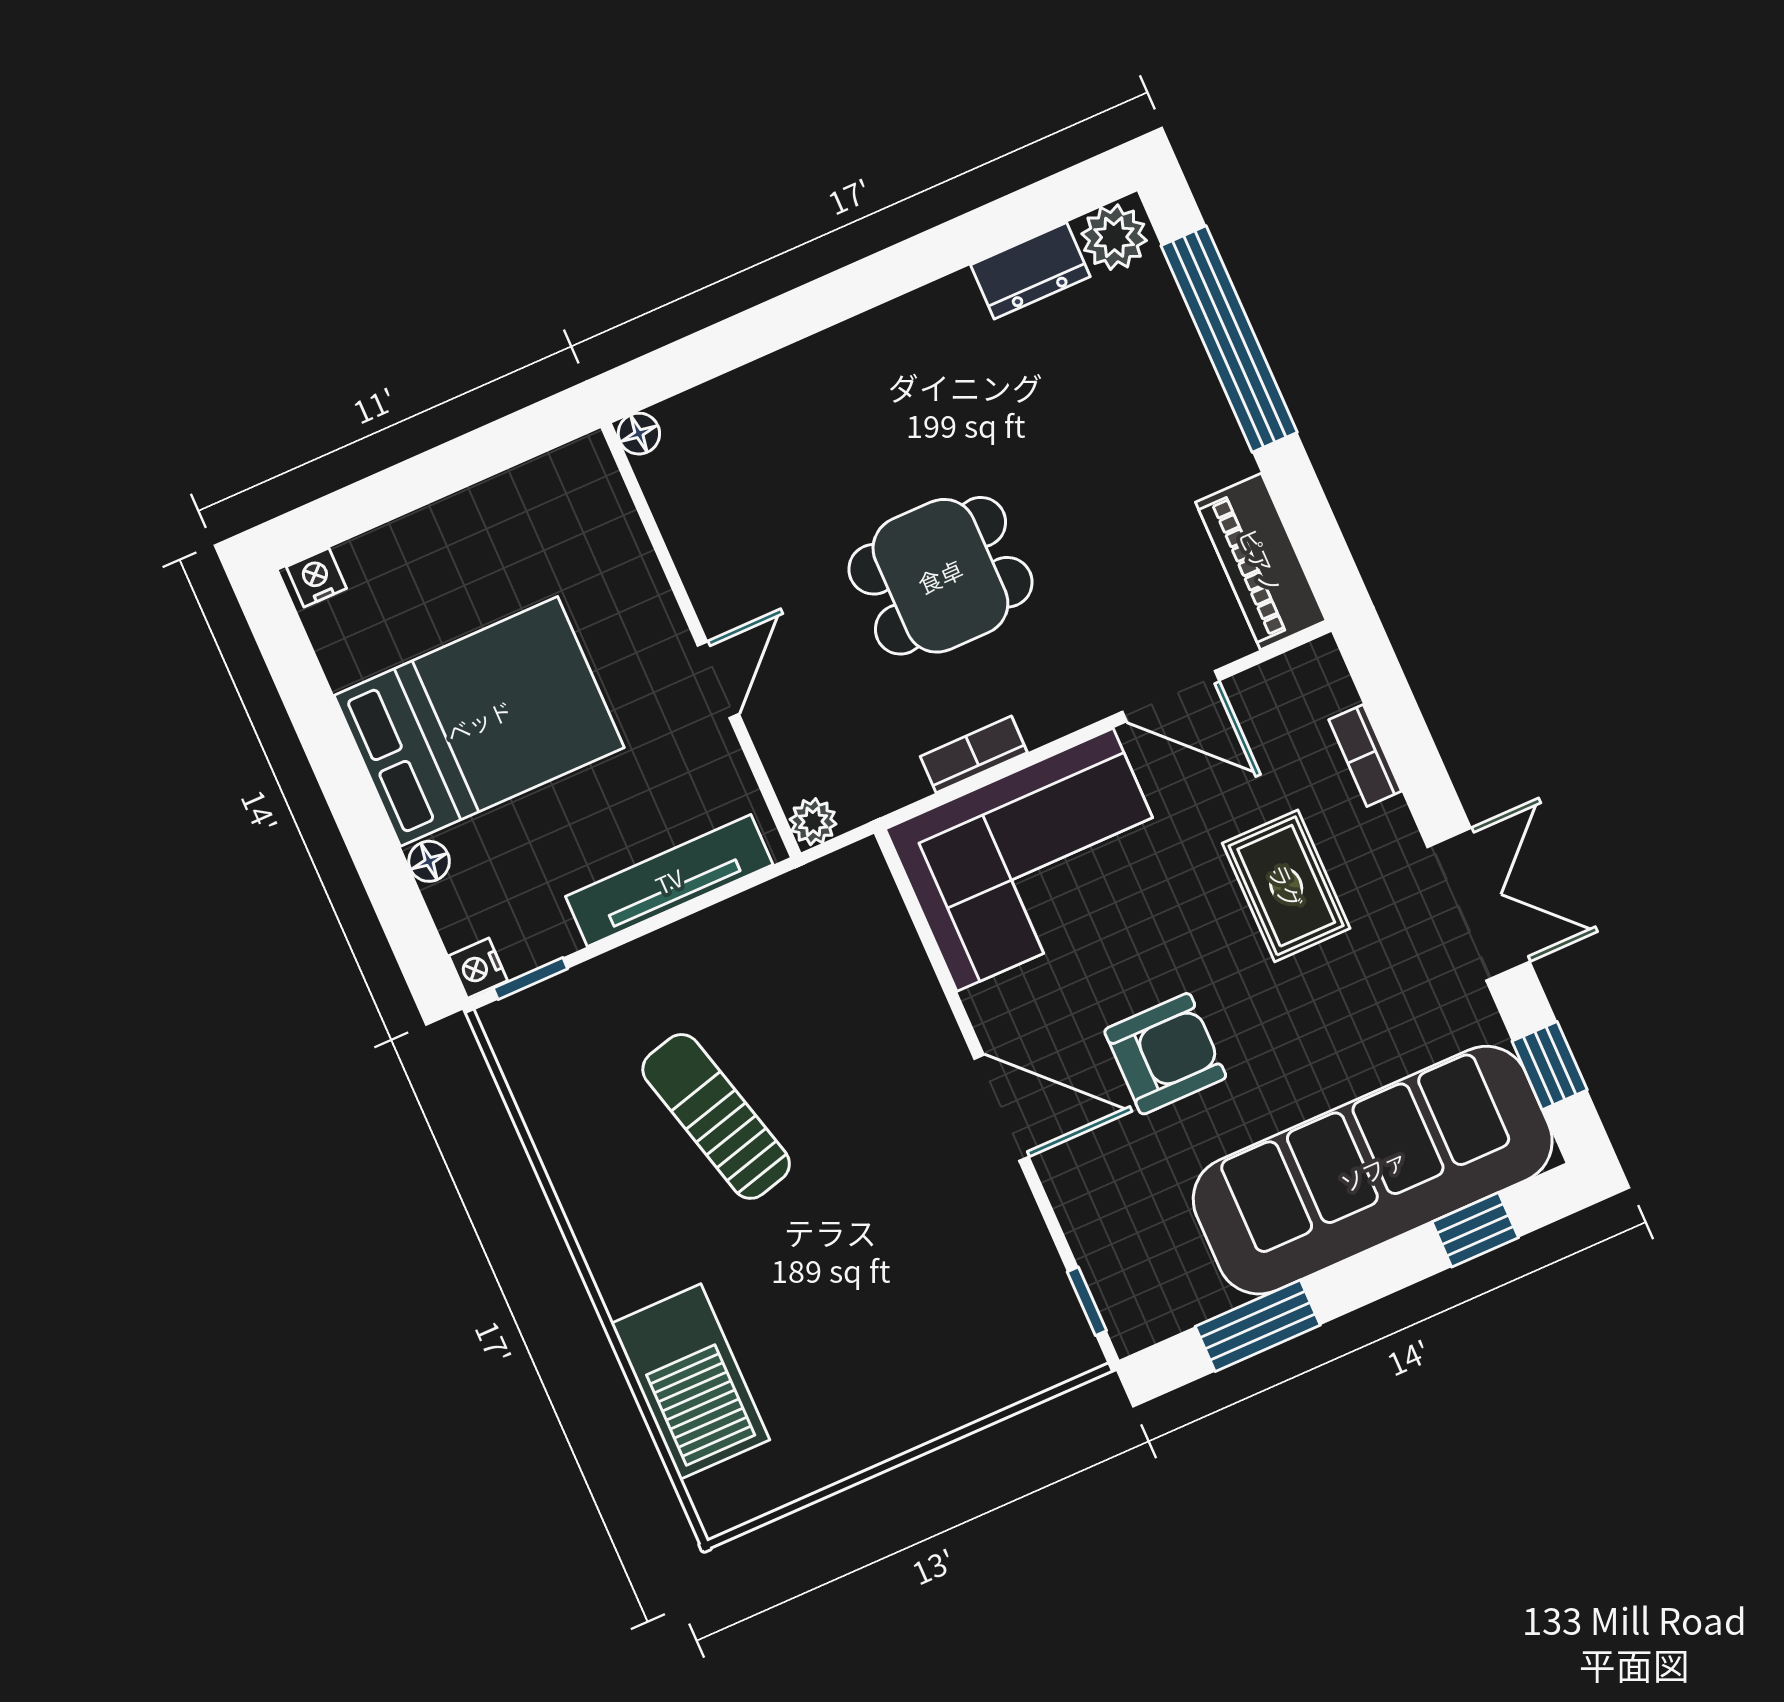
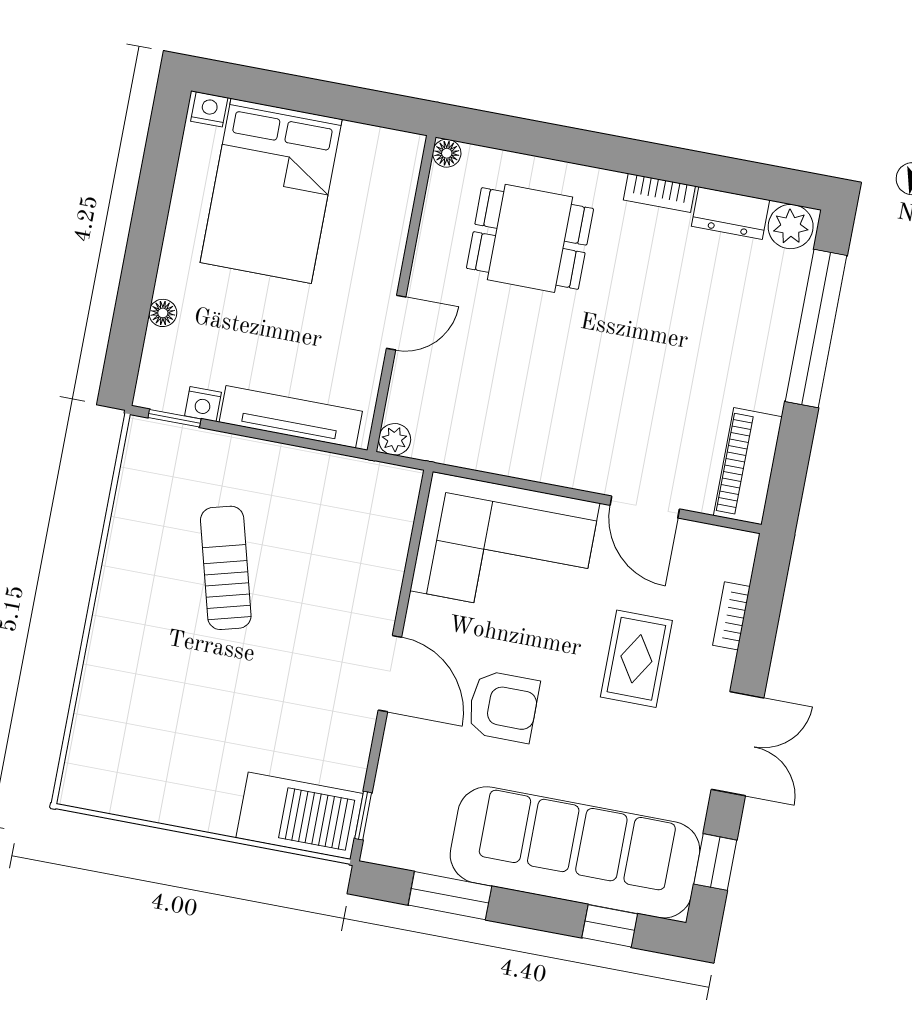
dining table: (940, 576) -> (530, 238), moved
bed: (479, 721) -> (271, 191), moved, turned 90
bookcase: (974, 754) -> (659, 193), moved, turned 180
nightstand: (478, 968) -> (203, 404), moved, turned -90
barbecue: (690, 1382) -> (299, 816), moved, turned -90

